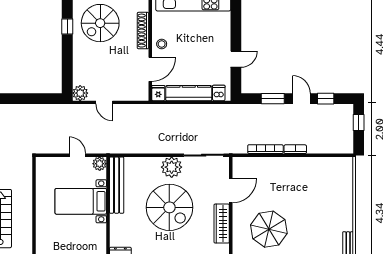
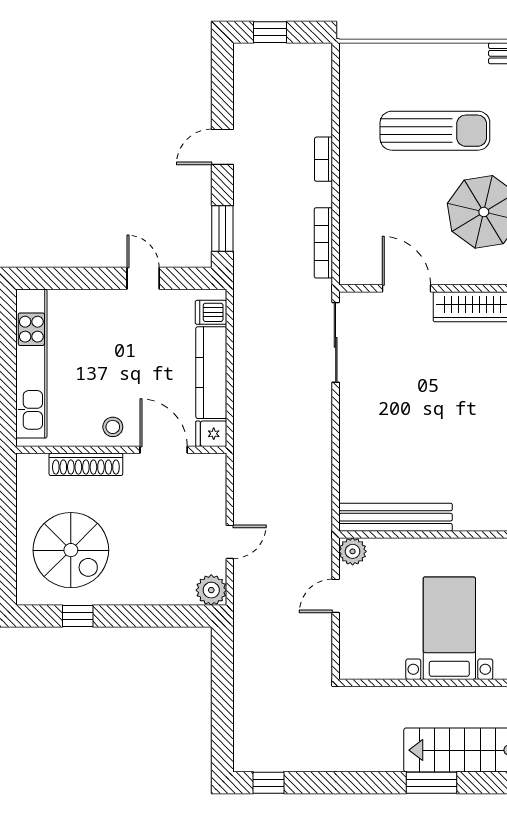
window: (273, 99) -> (222, 229), moved
window: (326, 99) -> (222, 98), removed
bookcase: (265, 149) -> (323, 243), moved
plant: (172, 167) -> (360, 407), removed
bed with nightstands: (81, 201) -> (449, 628), moved, turned 180
sun lounger: (309, 205) -> (435, 131), added
spiral stairs: (169, 207) -> (440, 411), removed

